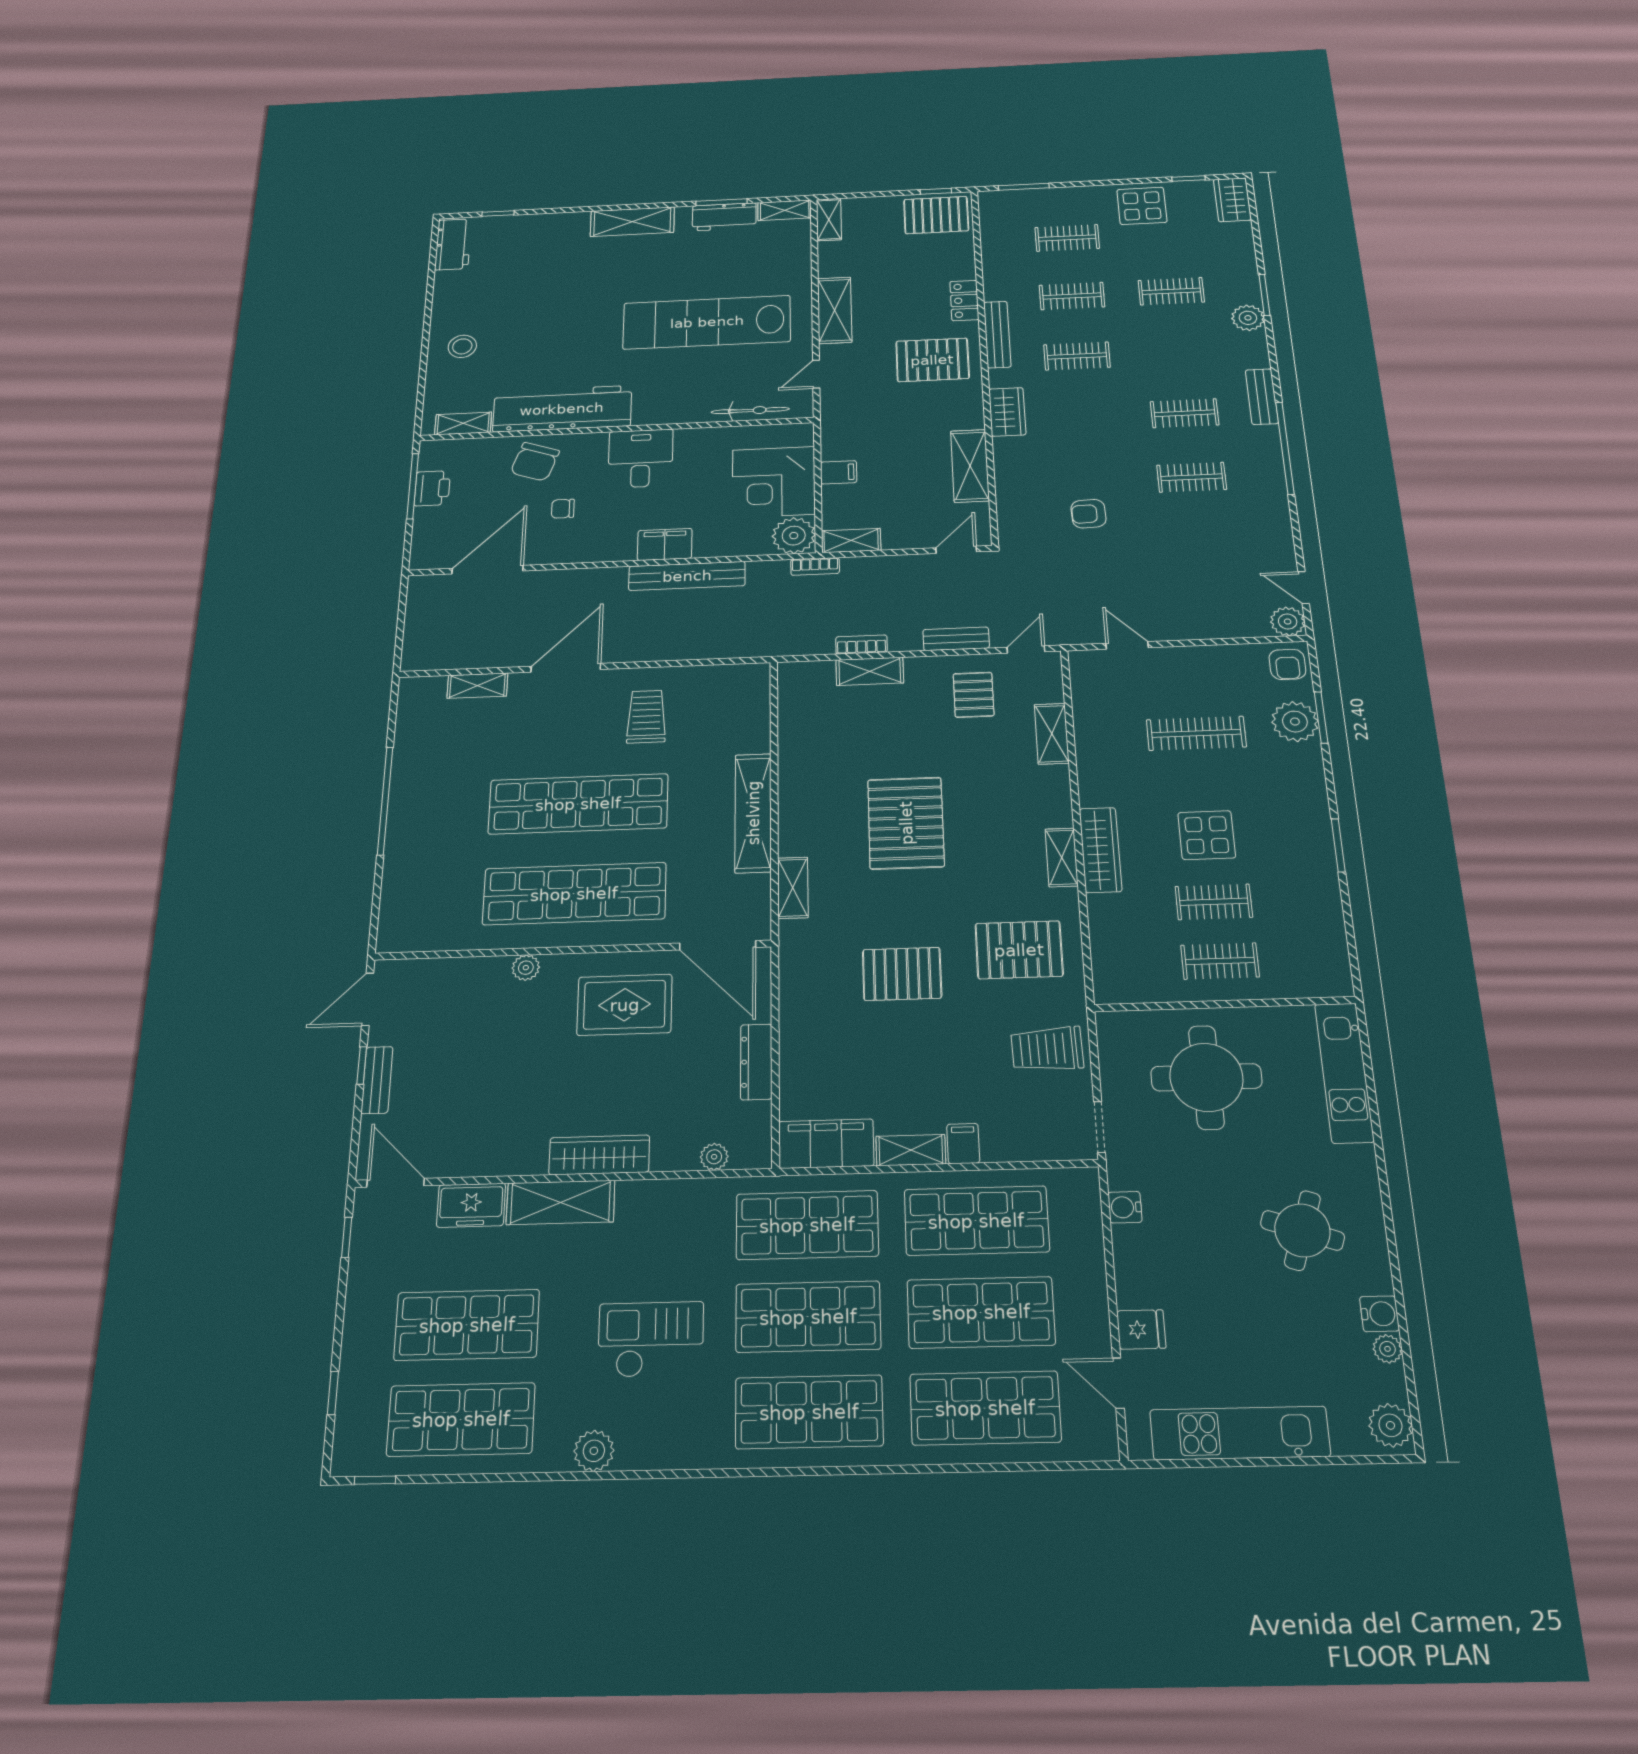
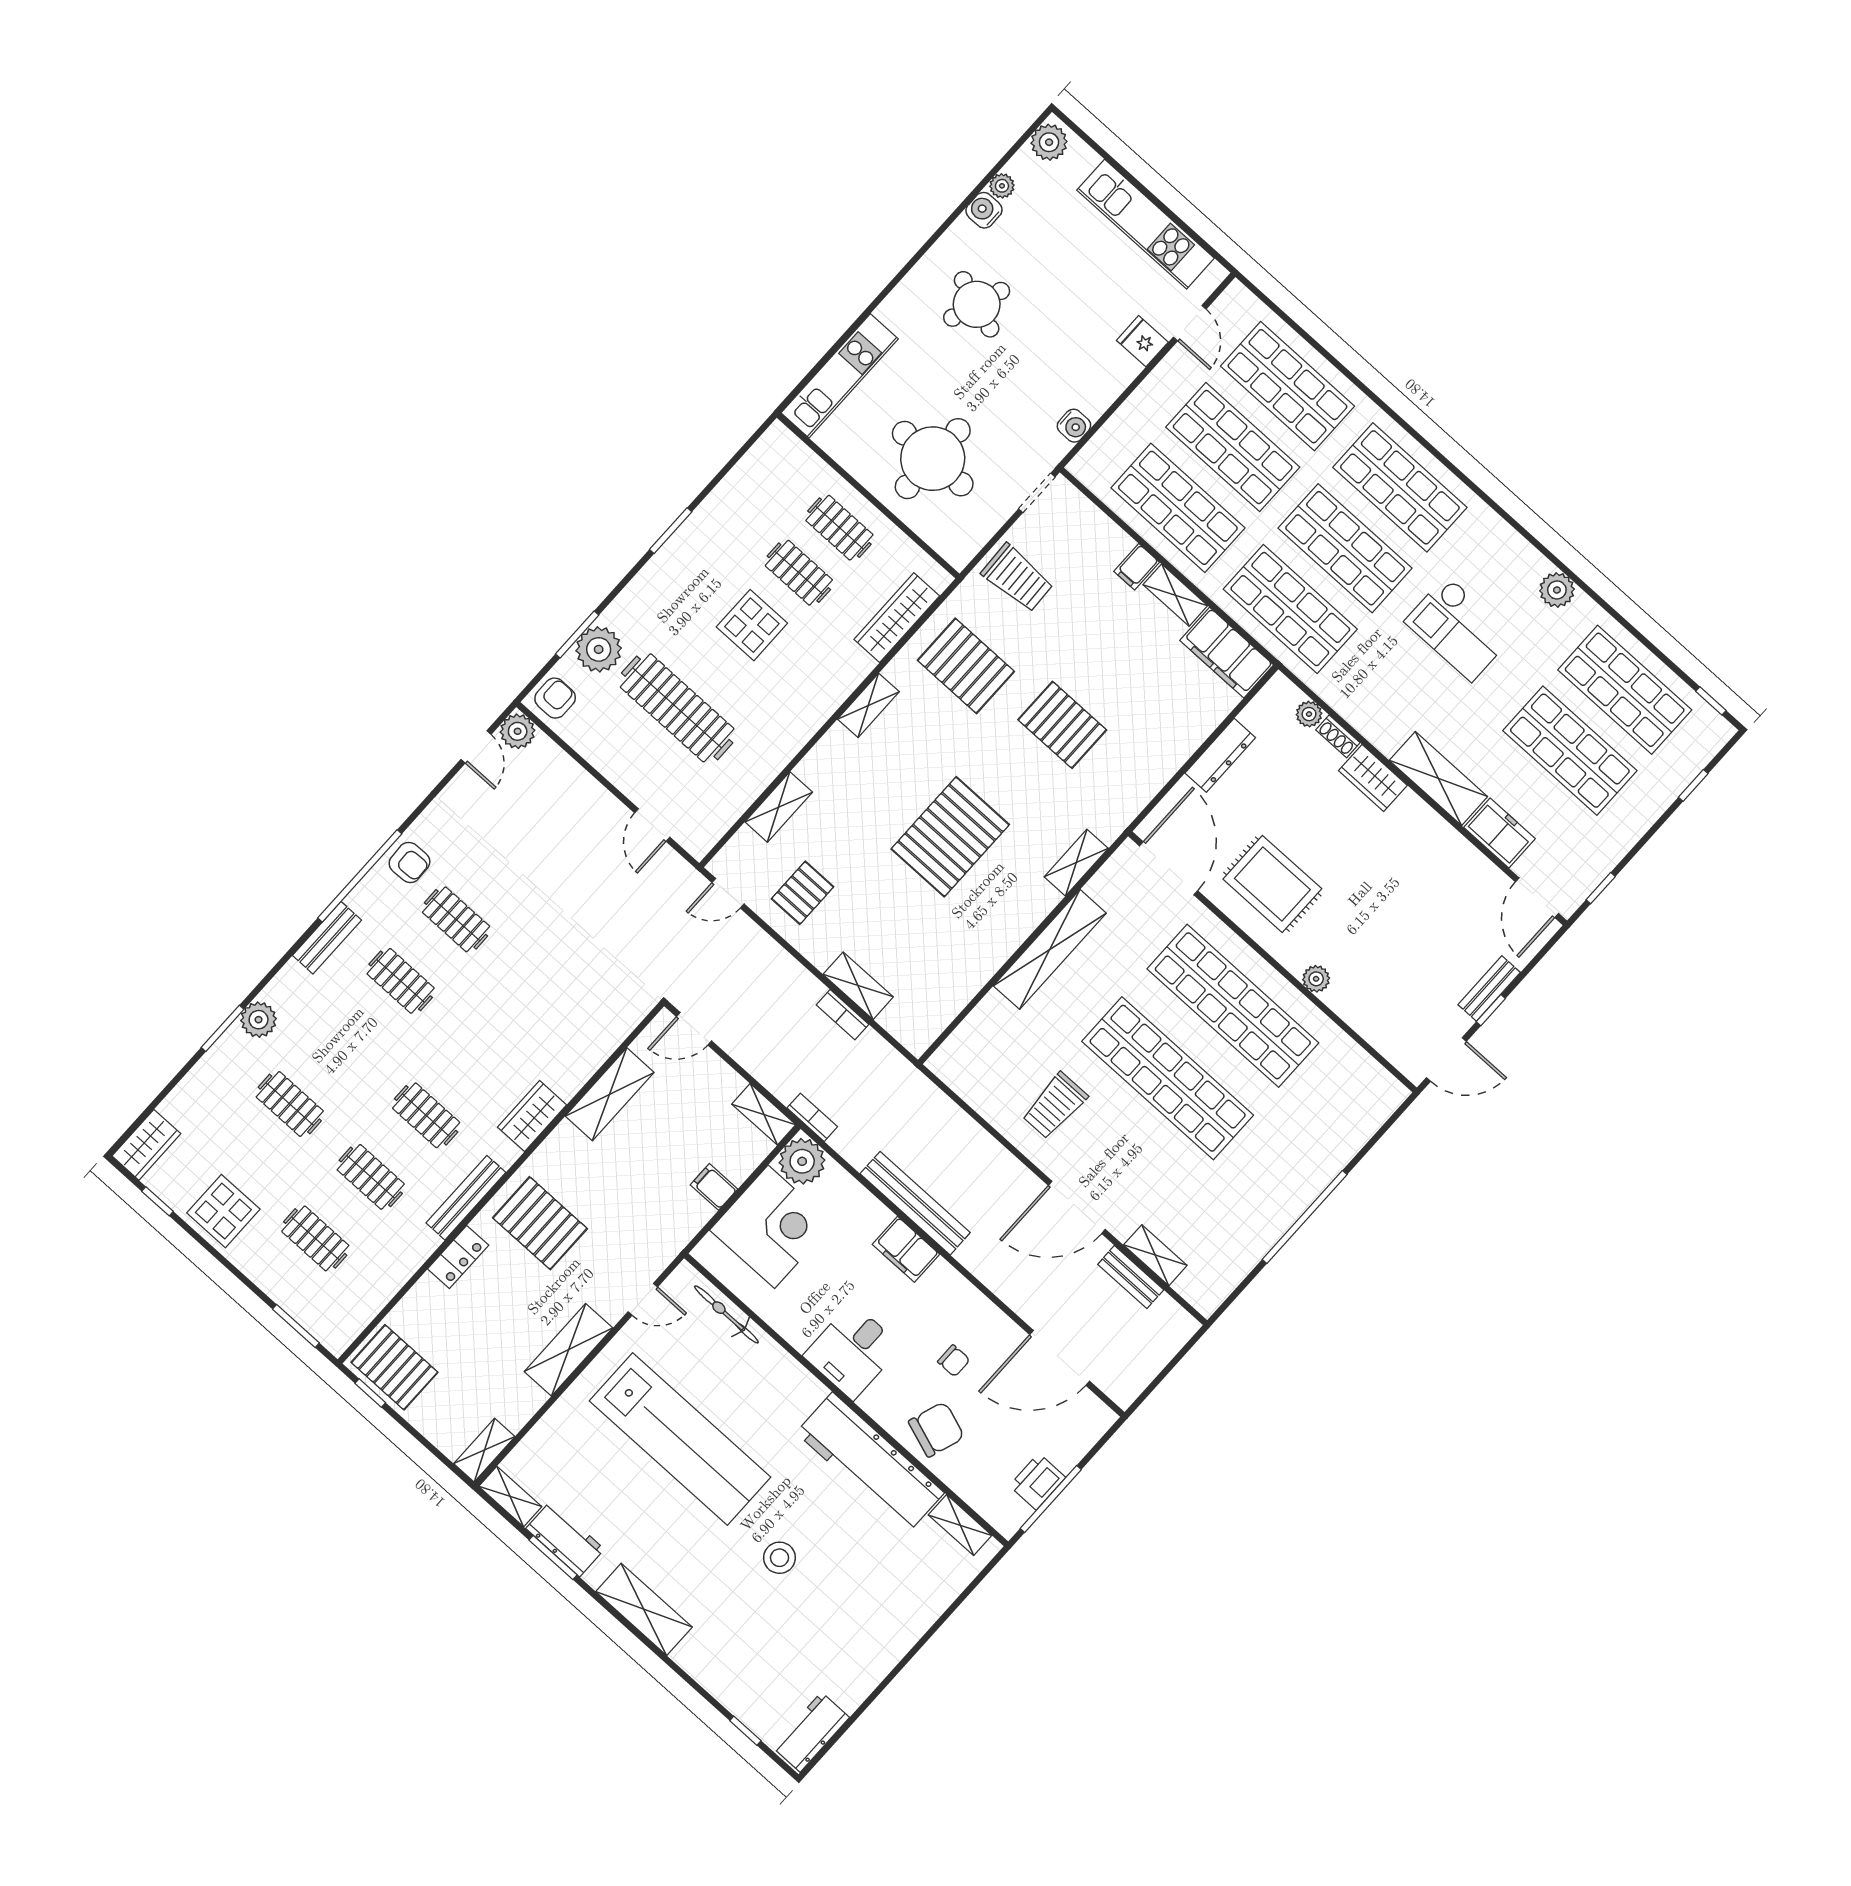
stool: (462, 346) -> (779, 1558), moved
armchair: (1088, 514) -> (410, 862), moved
bench: (956, 639) -> (1131, 1277), moved
clothes rail: (1196, 733) -> (677, 708), width x1.37, depth x1.31
wardrobe: (1100, 850) -> (897, 618), moved
wardrobe: (599, 1155) -> (1373, 778), width x0.67
shoe rack: (674, 1161) -> (1338, 736), added

